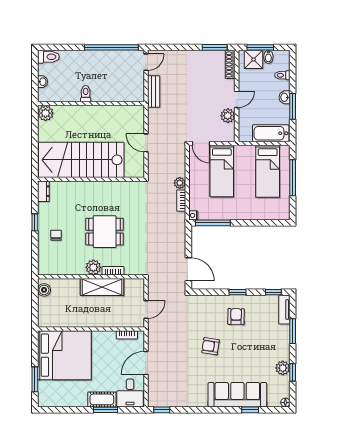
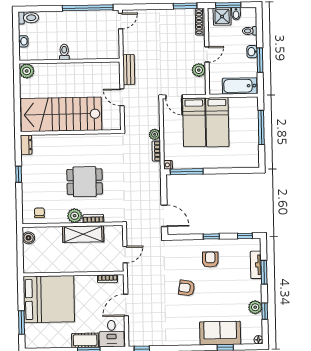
bench: (154, 91) -> (129, 70), moved
bed: (268, 171) -> (217, 122), moved
chair: (56, 235) -> (39, 213), moved
tv unit: (284, 310) -> (256, 265), moved
sofa: (237, 395) -> (220, 333), width x0.73

